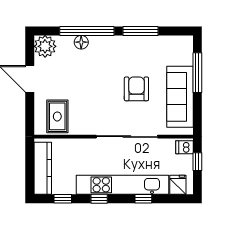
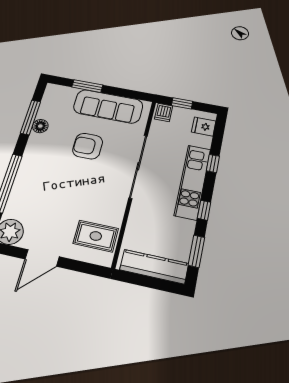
window: (140, 31) -> (31, 117), moved
floor lamp: (81, 42) -> (40, 126), moved
window: (197, 73) -> (87, 86), width x0.69
kitchen unit: (122, 185) -> (193, 182), width x0.73
window: (63, 199) -> (196, 251), width x1.50

